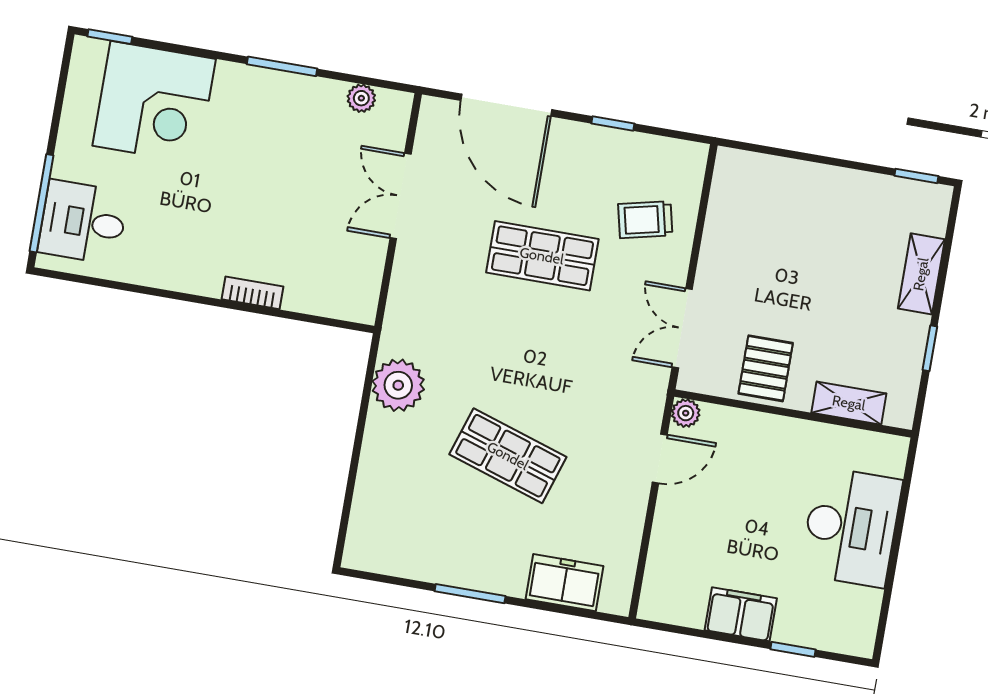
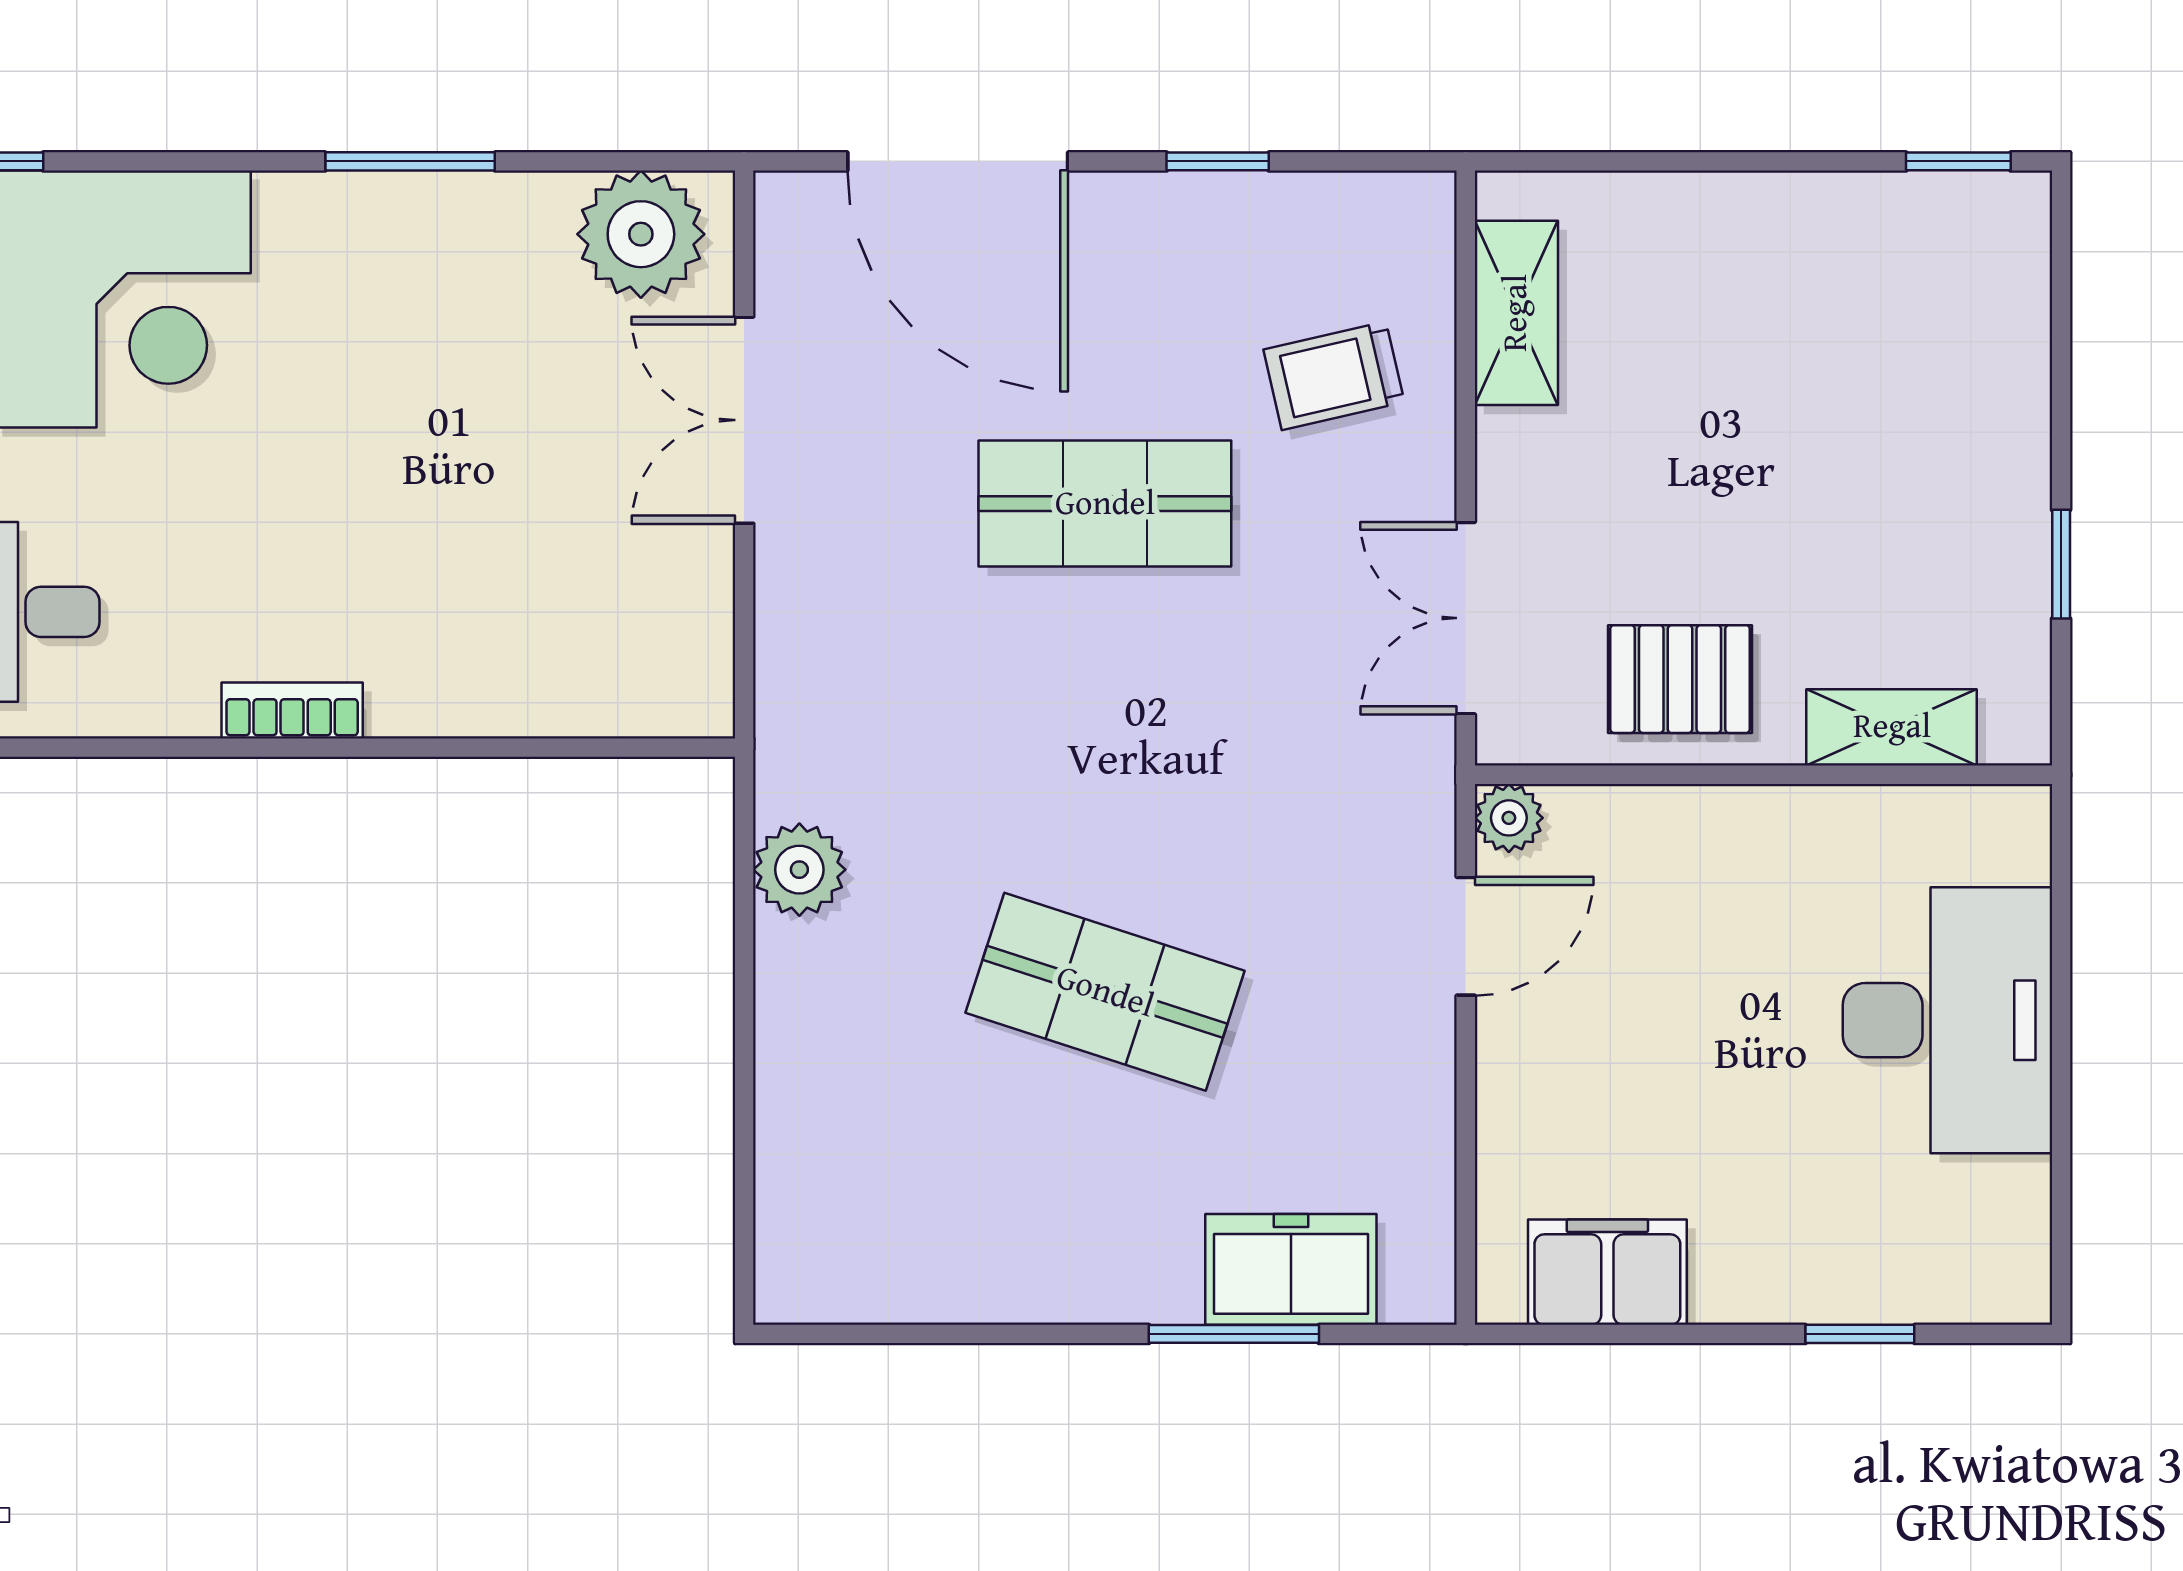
plant: (361, 98) -> (641, 234), width x1.87, depth x1.87
shelving: (921, 274) -> (1516, 313), moved
bookcase: (252, 293) -> (292, 710), moved
pallet: (766, 368) -> (1680, 679), turned 90
plant: (398, 385) -> (799, 870), width x0.73, depth x0.73
window: (470, 594) -> (1234, 1334), moved
filing cabinet: (741, 614) -> (1607, 1272), moved

